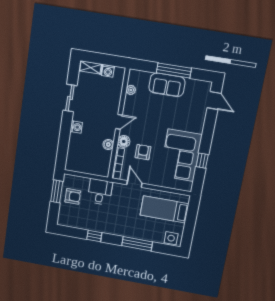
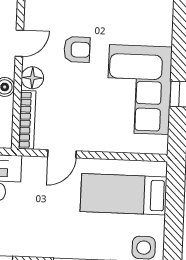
armchair: (143, 152) -> (77, 50), moved, turned 90
door: (134, 184) -> (62, 154), swing flipped

